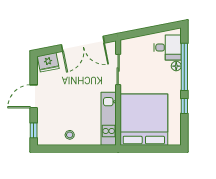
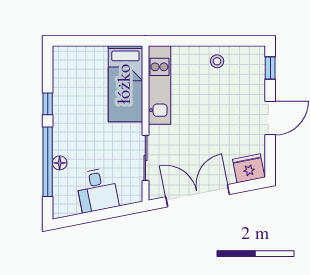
desk: (167, 47) -> (97, 190), moved, turned -101
bed: (144, 120) -> (125, 84), width x0.49

